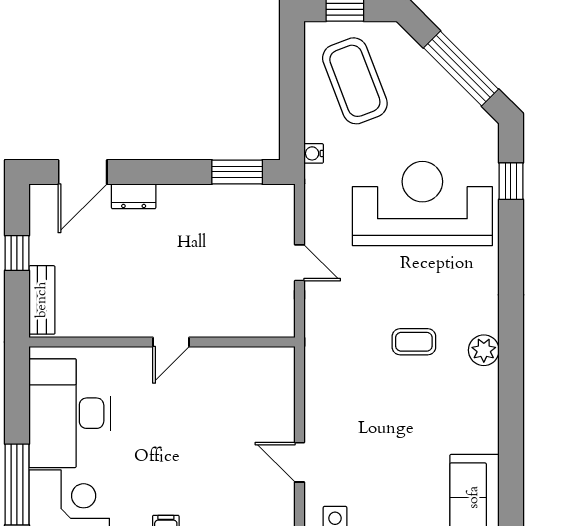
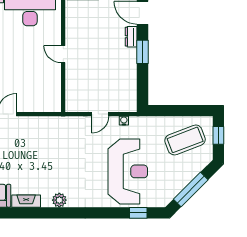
water cooler: (314, 153) -> (124, 121), moved
window: (237, 172) -> (143, 52), moved
coffee table: (414, 342) -> (63, 167), removed
fireplace: (486, 421) -> (26, 201), added

